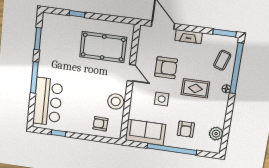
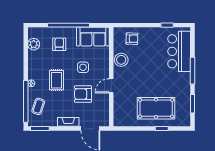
pool table: (103, 47) -> (156, 108), moved
door: (131, 73) -> (111, 86), hinge flipped
rug: (195, 88) -> (57, 80), turned 90

